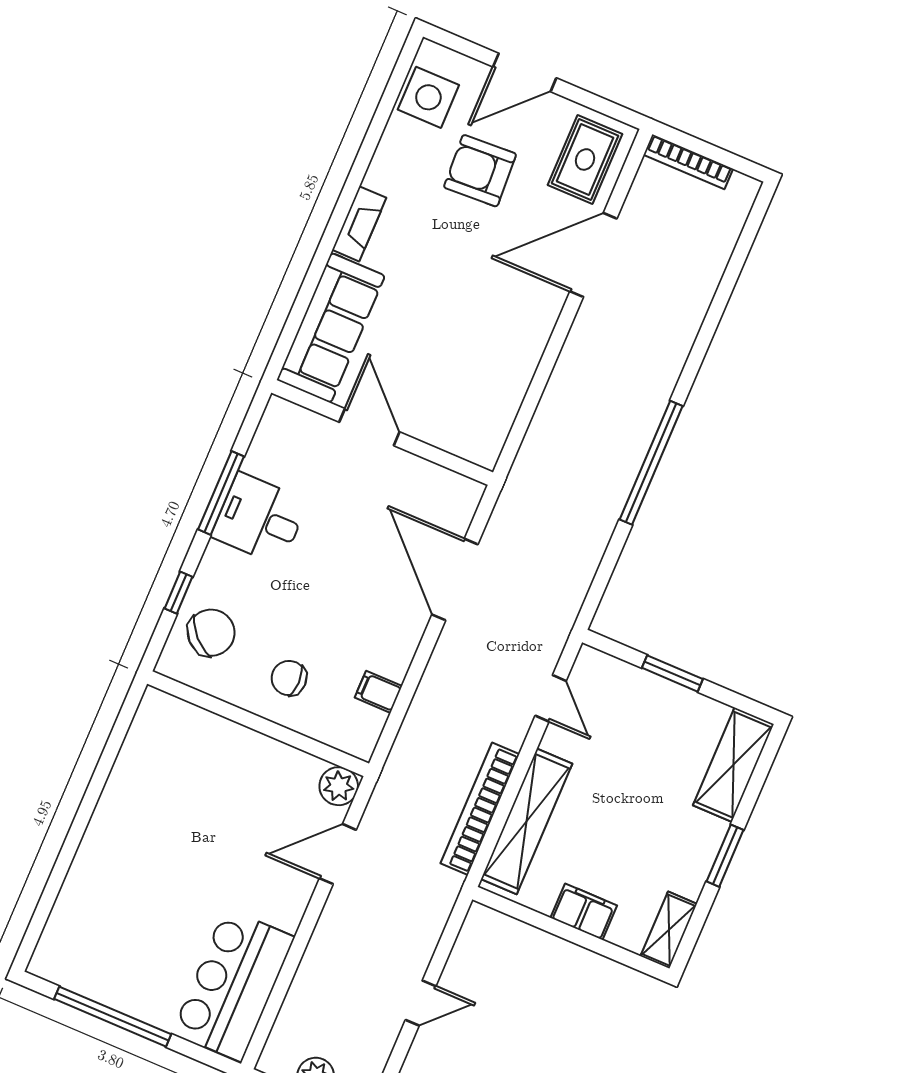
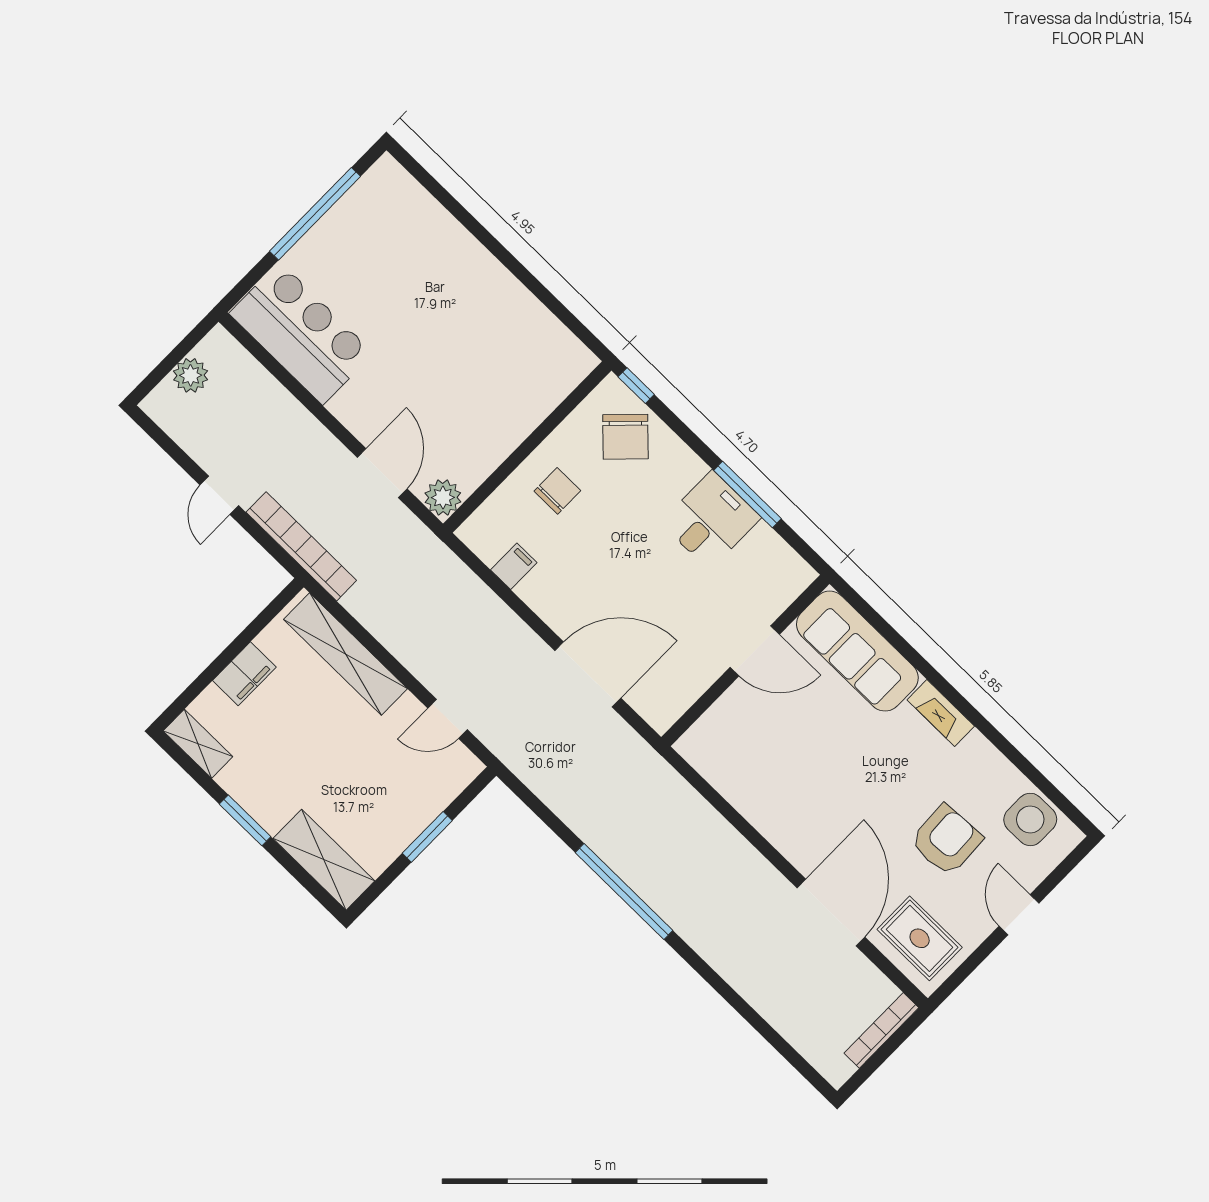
door: (525, 72) -> (1019, 915), width x0.73
window: (179, 593) -> (636, 386), moved
bookcase: (480, 809) -> (301, 546), moved

